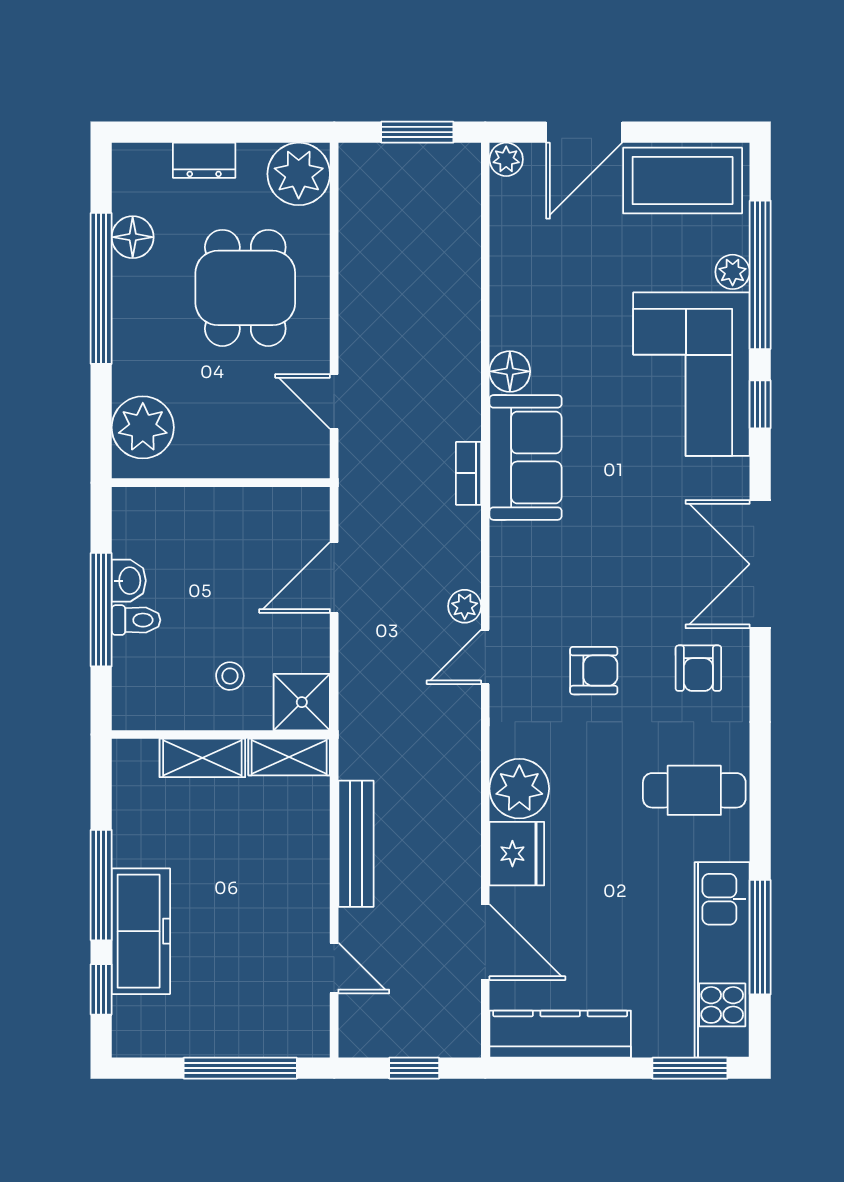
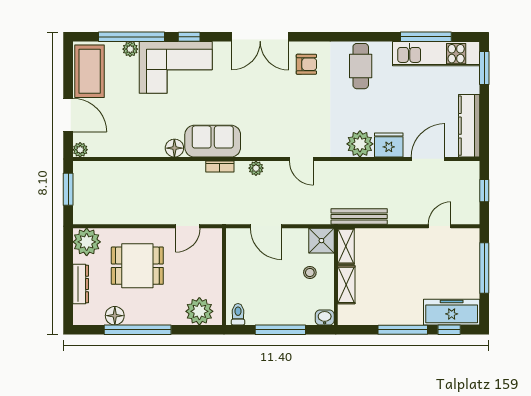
dresser: (204, 160) -> (81, 284), width x1.44
washbasin: (129, 581) -> (325, 317), moved
plant: (465, 606) -> (256, 168), moved
toilet: (136, 620) -> (238, 314), moved
armchair: (594, 671) -> (307, 111), removed
bench: (356, 844) -> (359, 216), moved
freezer: (141, 931) -> (452, 312), moved

